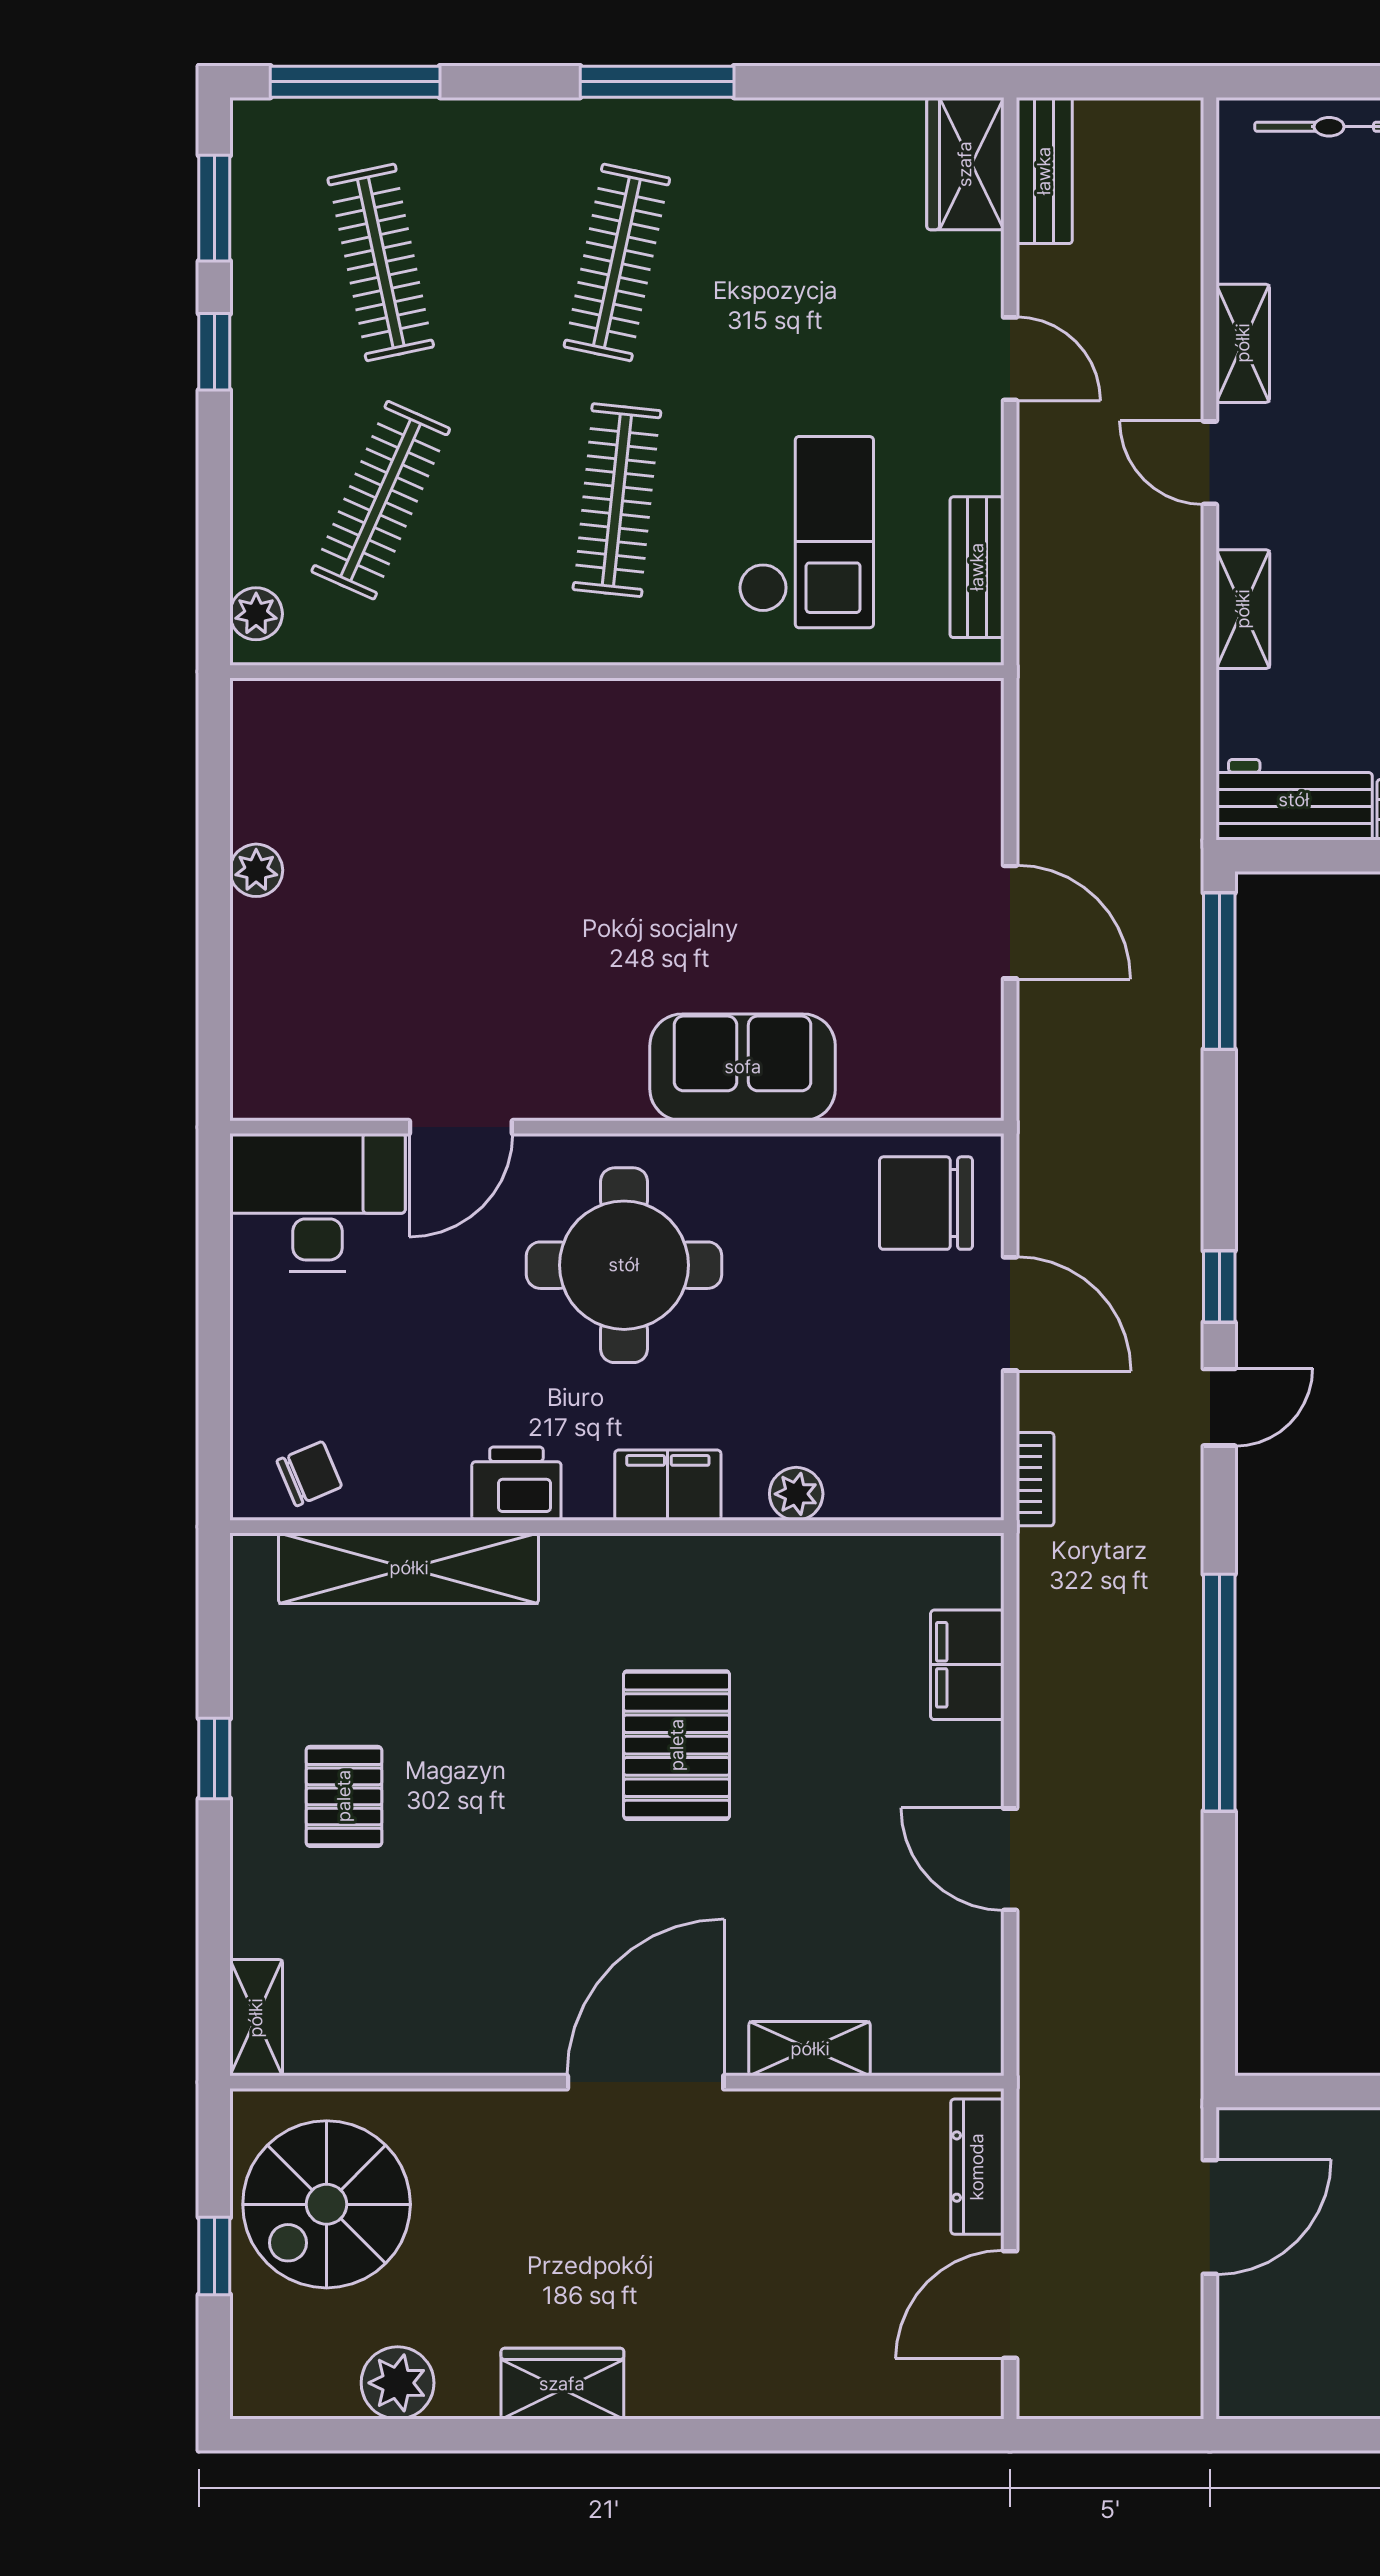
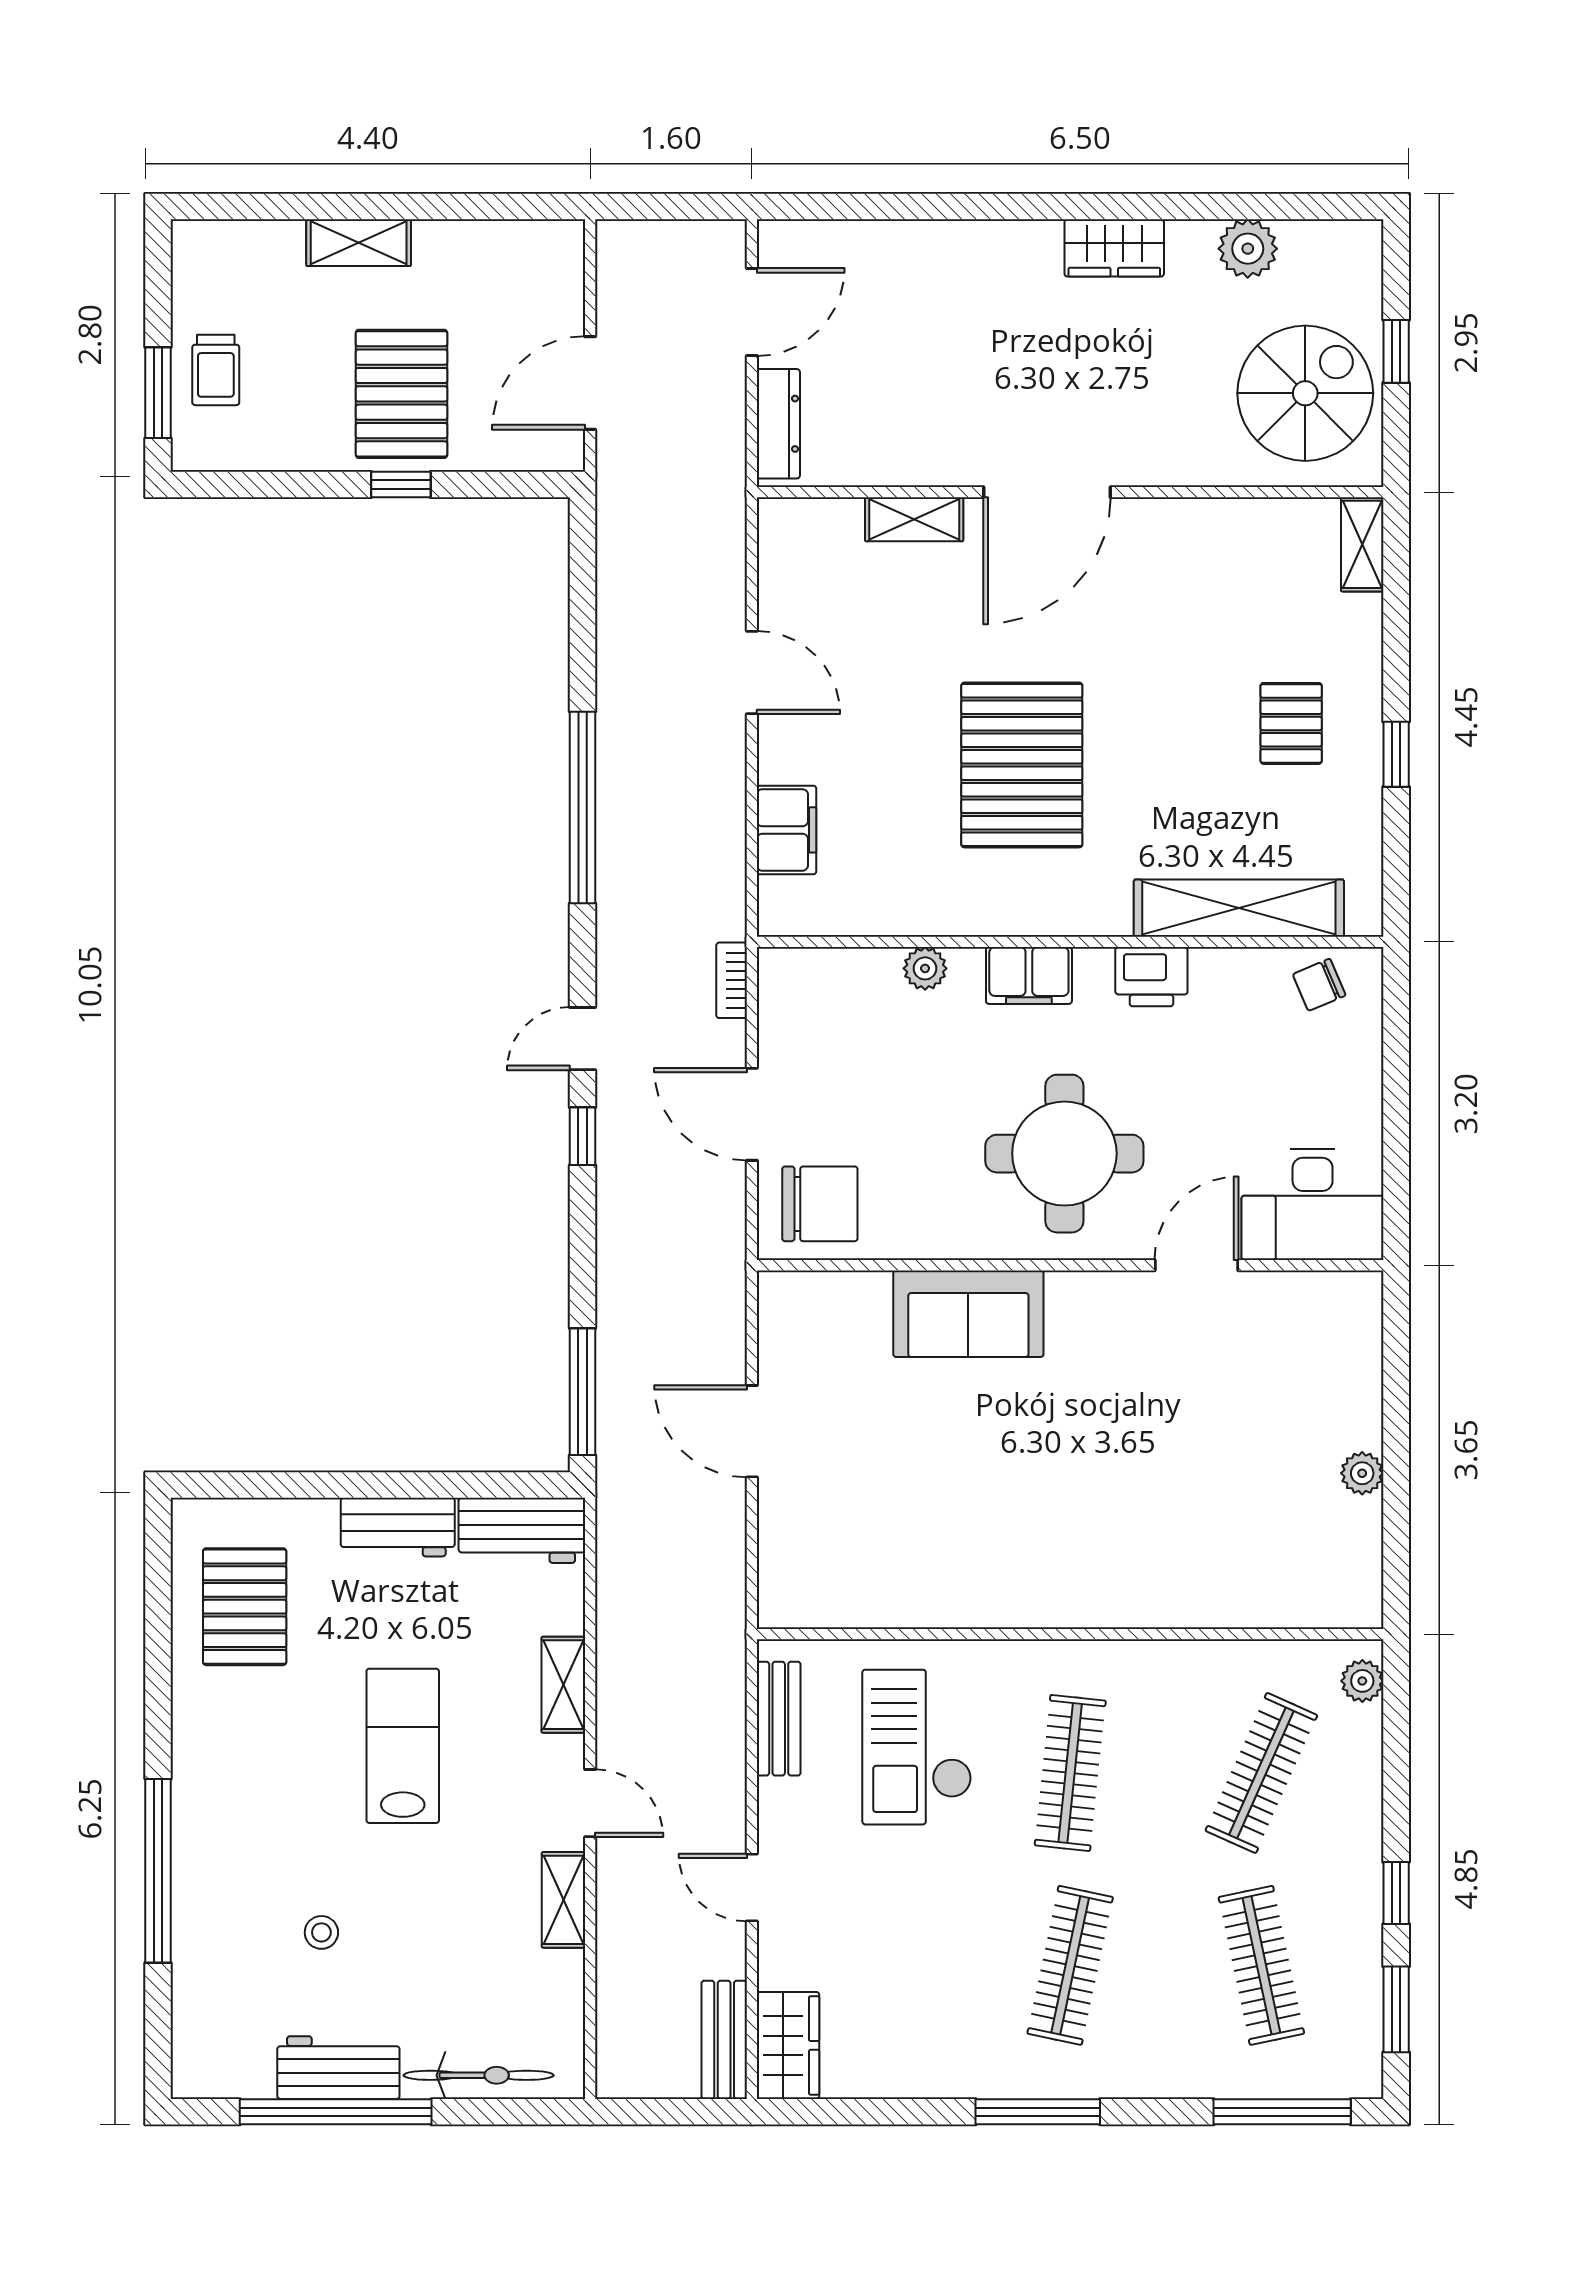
pallet: (677, 1745) -> (1022, 765), width x1.37, depth x1.41

